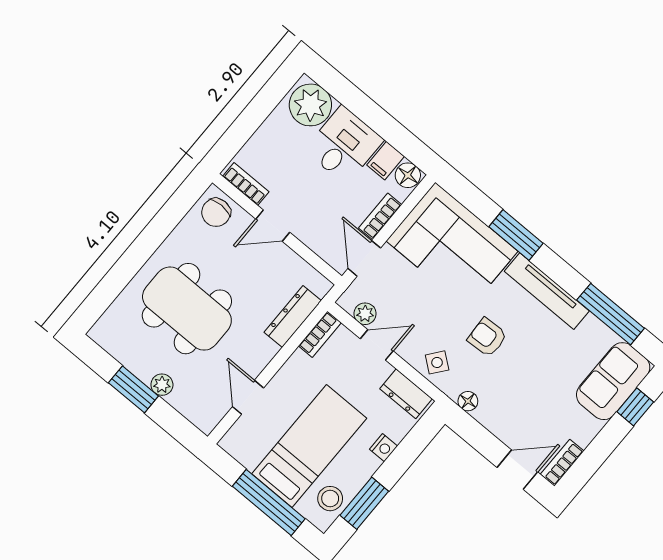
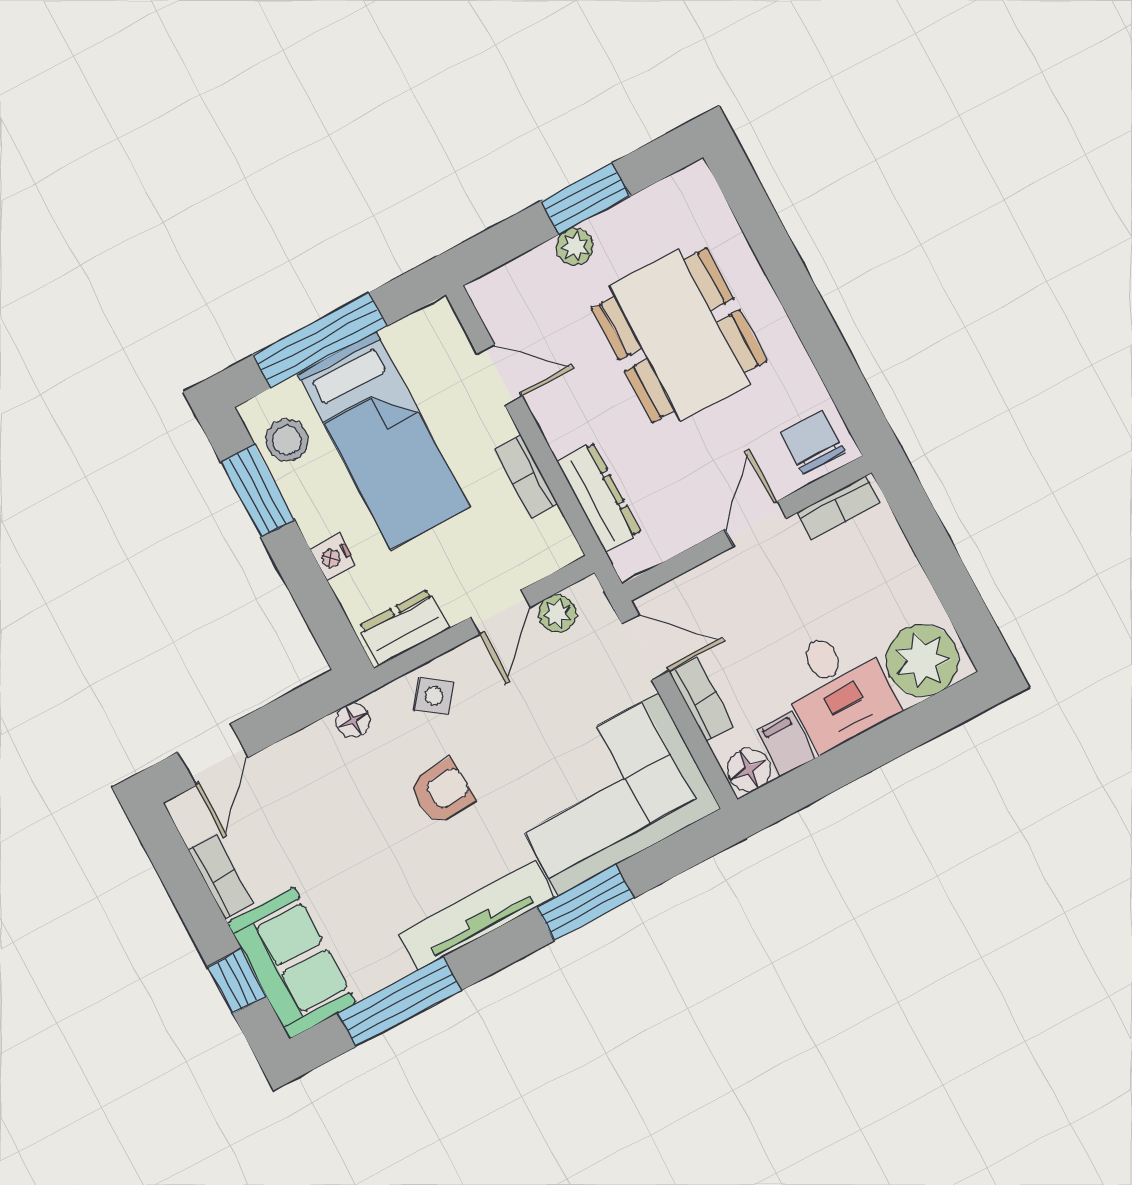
dining table: (187, 309) -> (679, 335), turned 90
bookcase: (320, 334) -> (526, 477), moved
bookcase: (562, 463) -> (221, 877), moved

